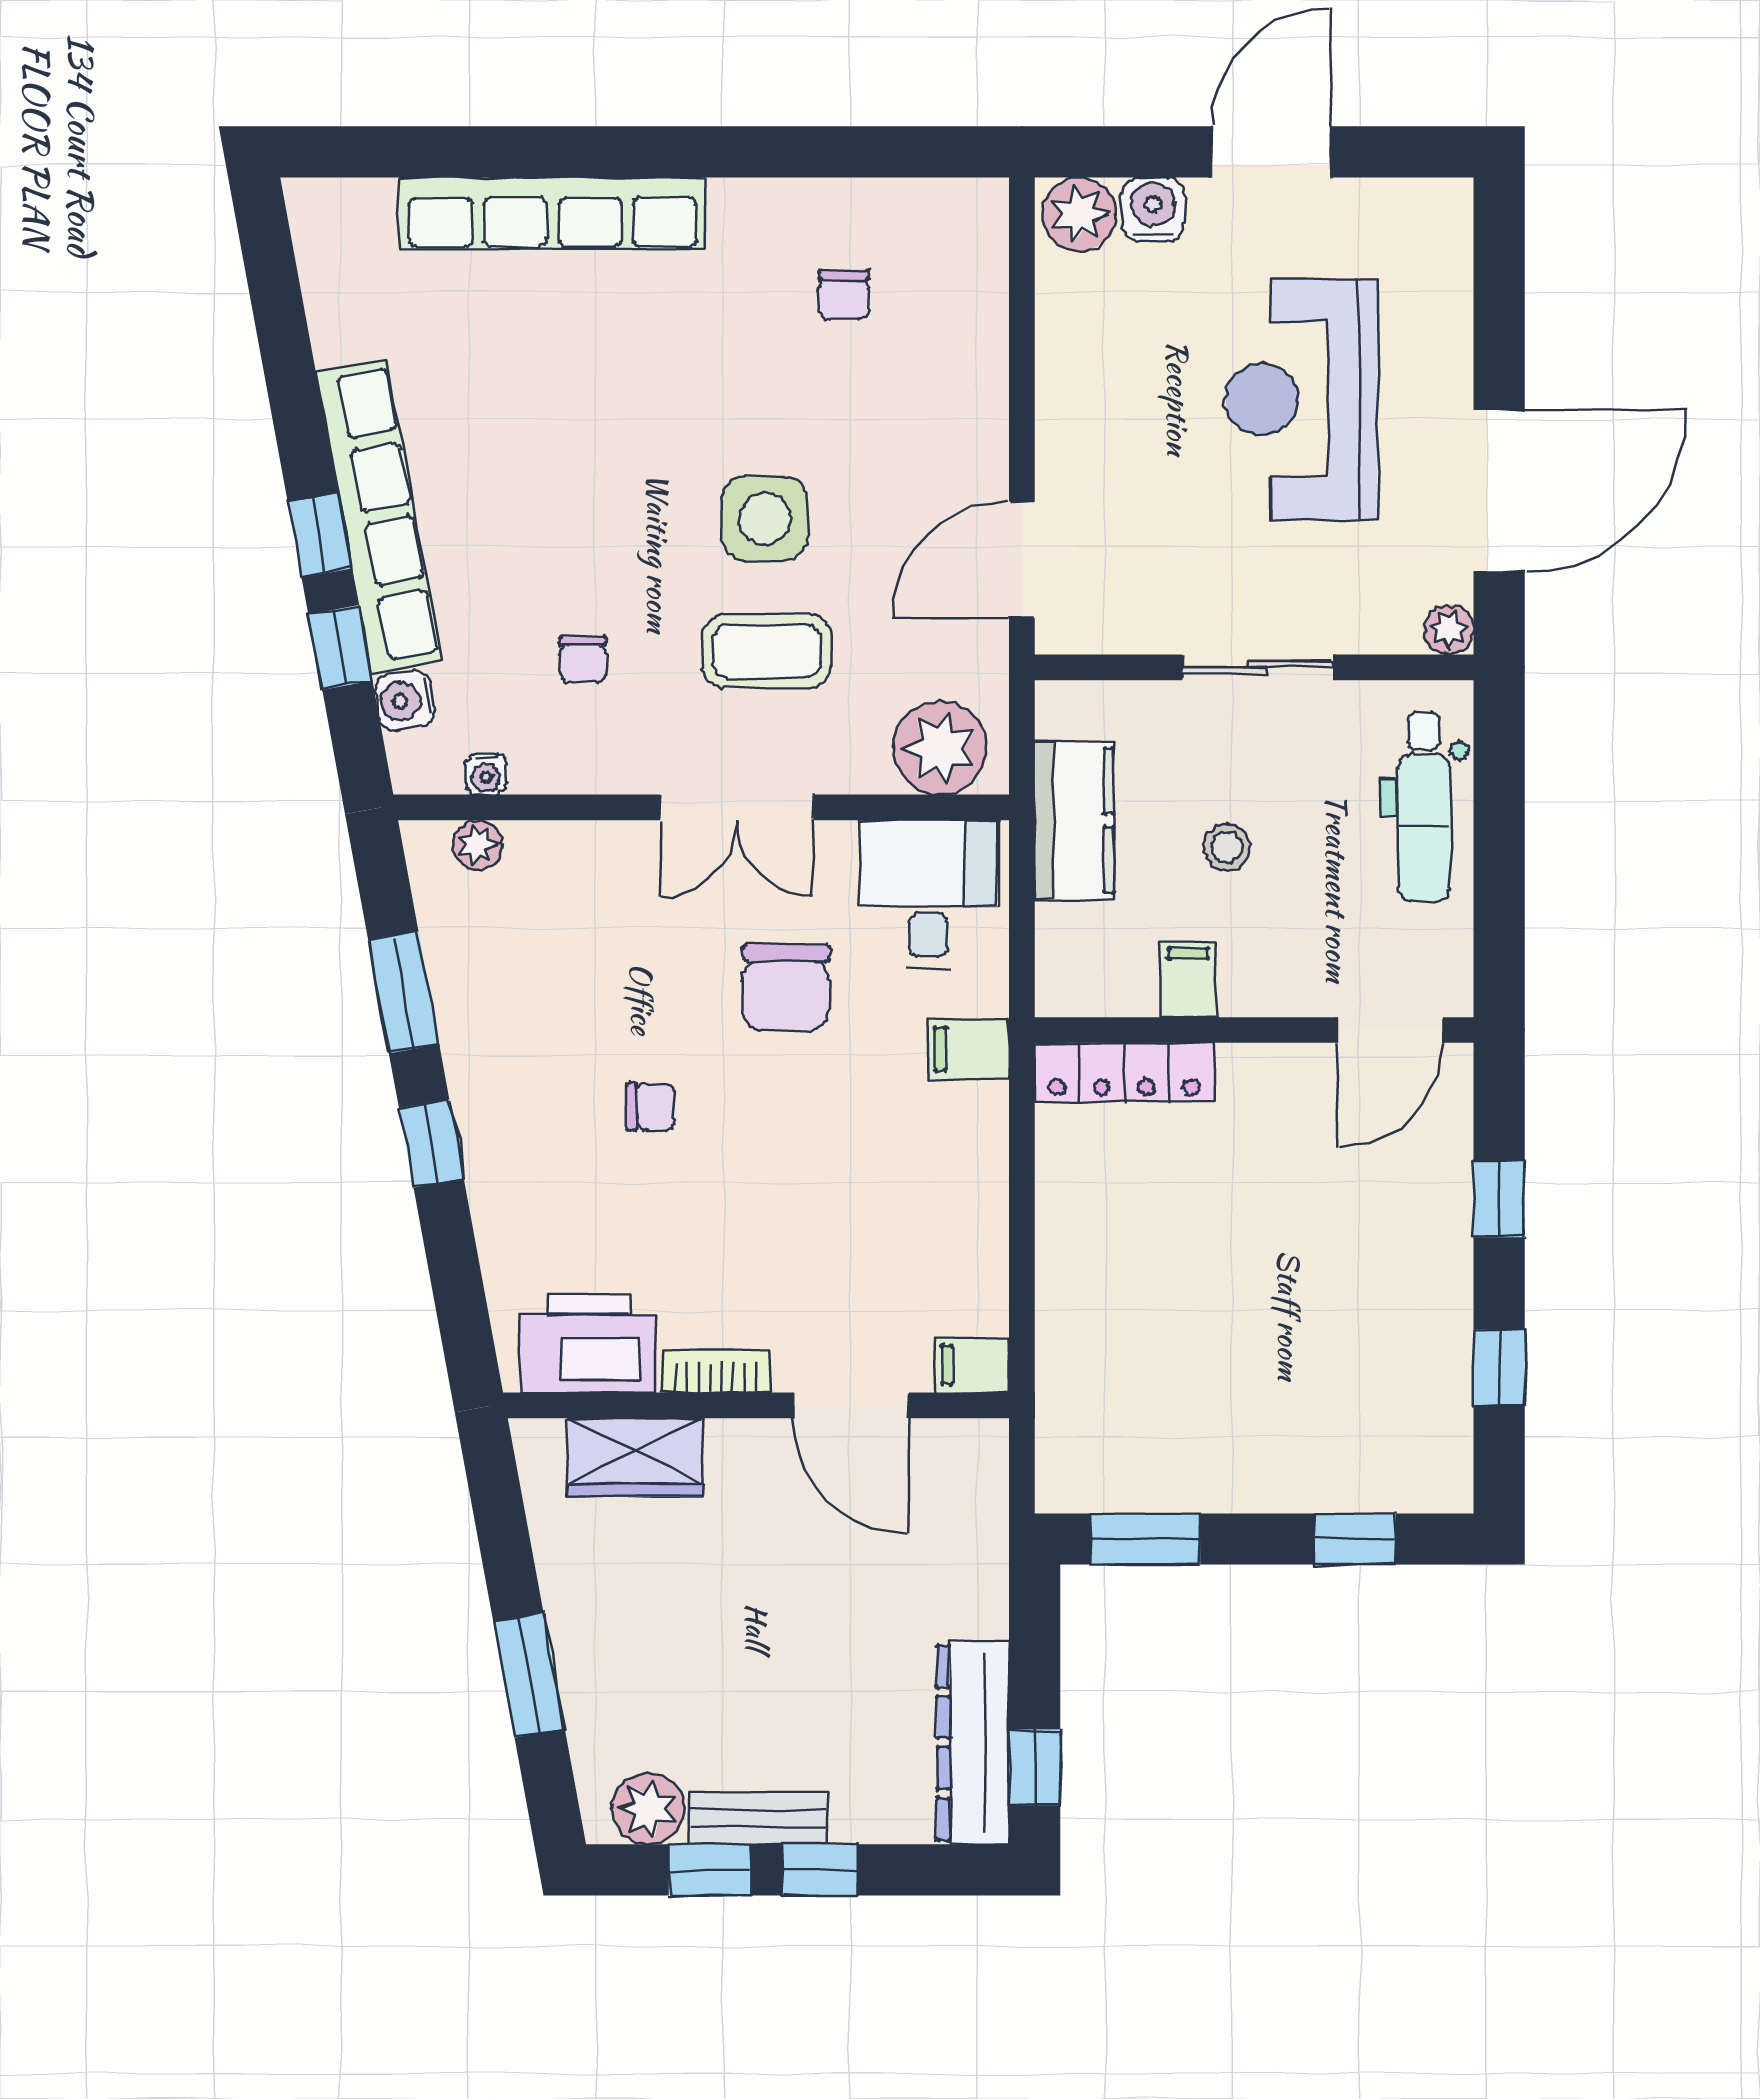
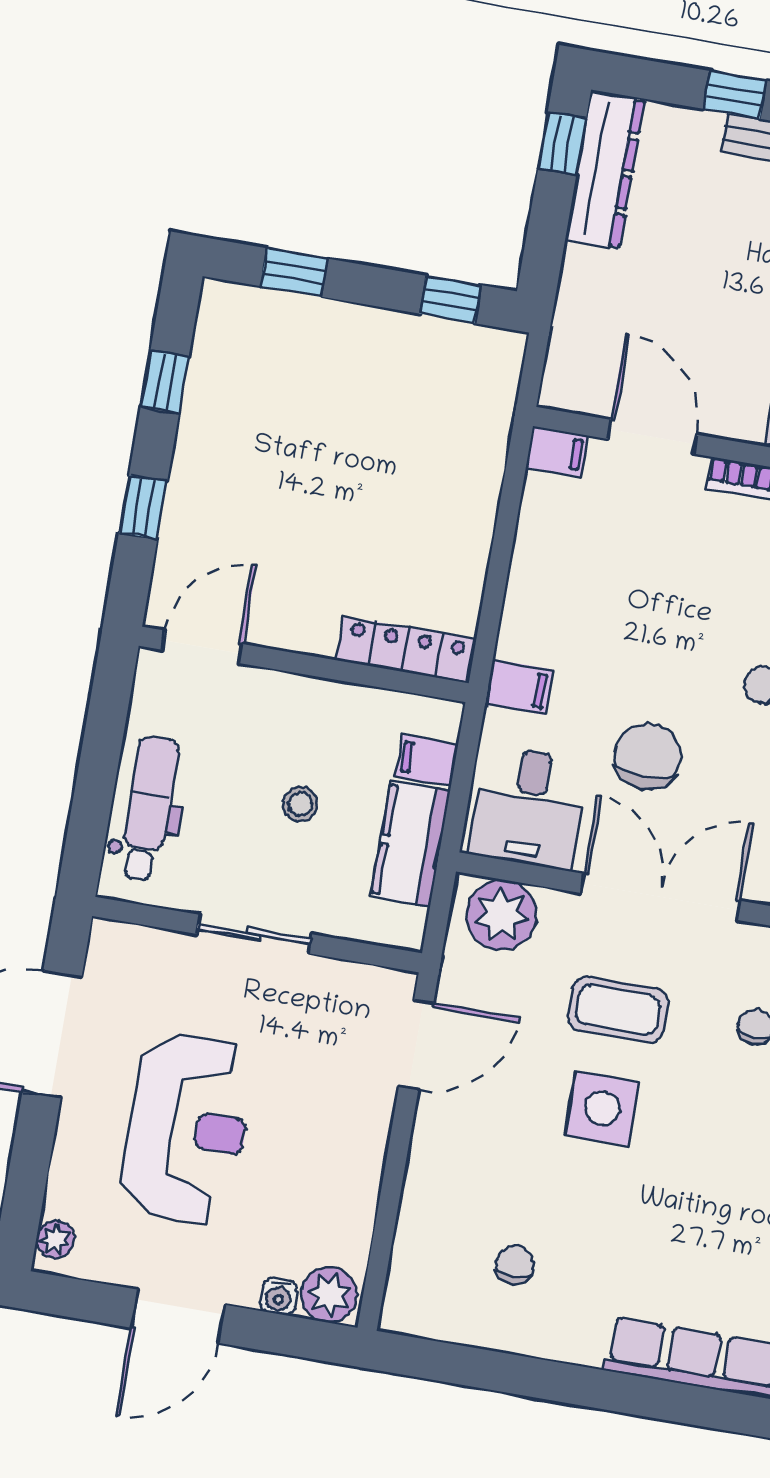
water cooler: (1153, 209) -> (279, 1296), width x0.72, depth x0.72
plant: (1449, 630) -> (55, 1239), moved
double door: (737, 807) -> (660, 897), width x1.37
filing cabinet: (1188, 980) -> (427, 760), moved, turned 90
window: (1145, 1539) -> (450, 299), width x0.67

